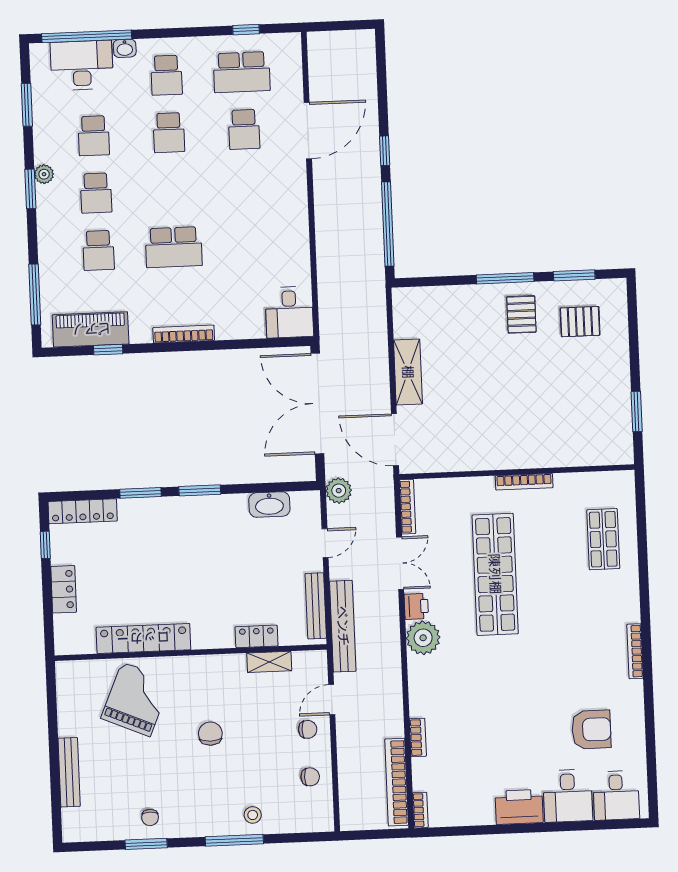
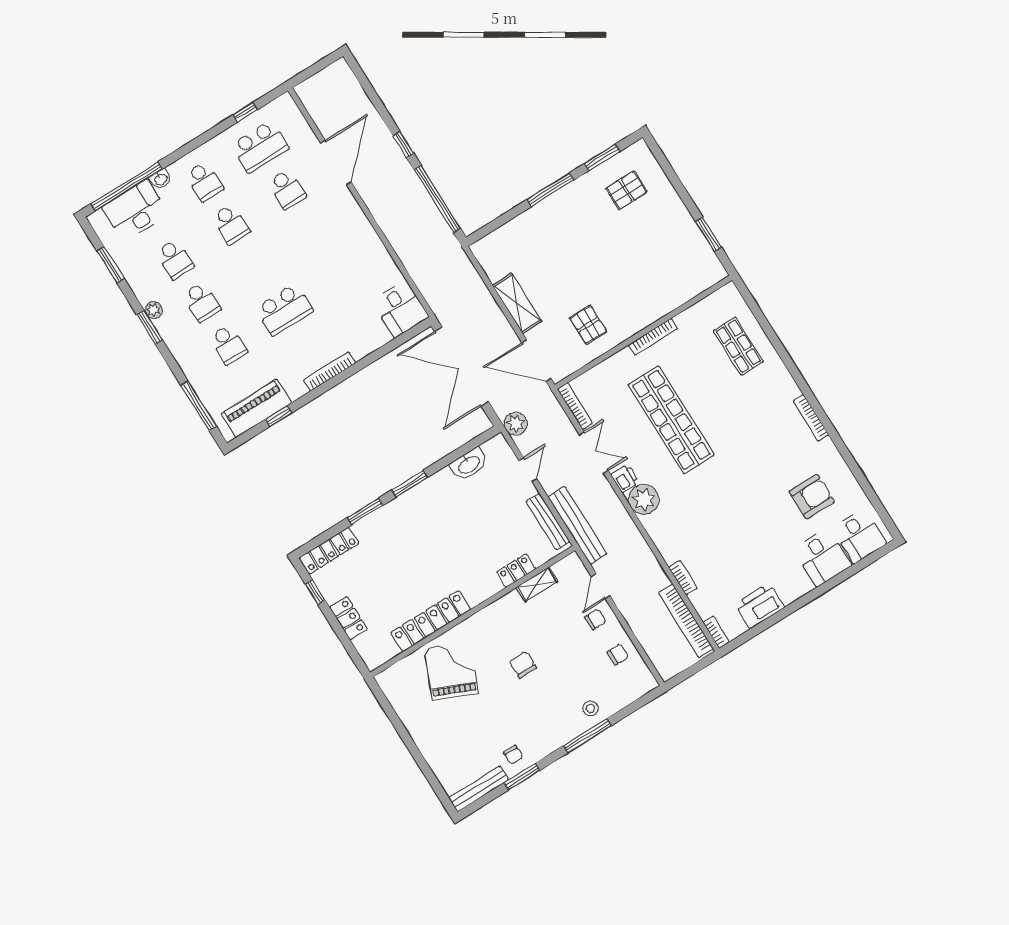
pallet: (521, 314) -> (588, 325), moved
bench: (69, 772) -> (479, 789), moved, turned 90
printer: (519, 807) -> (760, 606), moved

